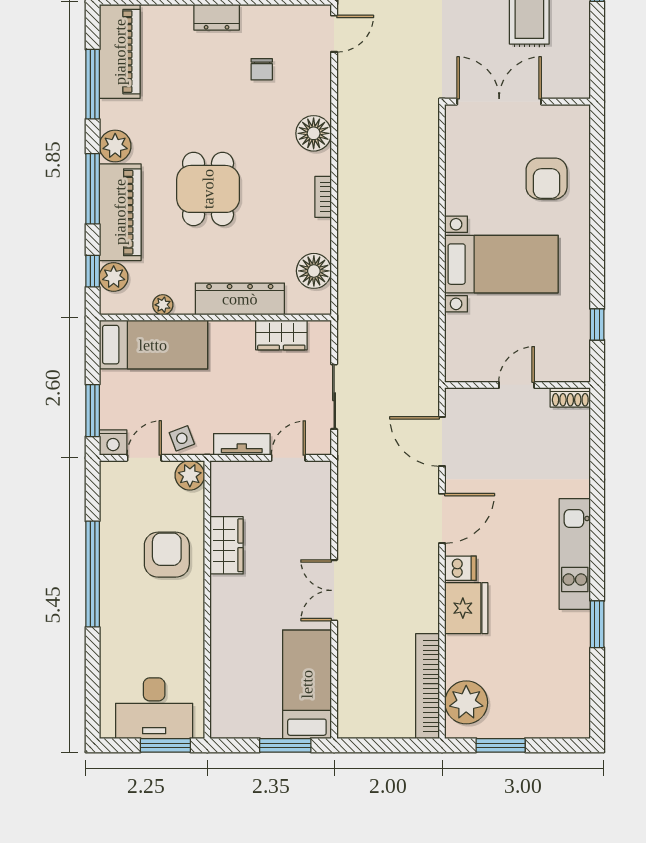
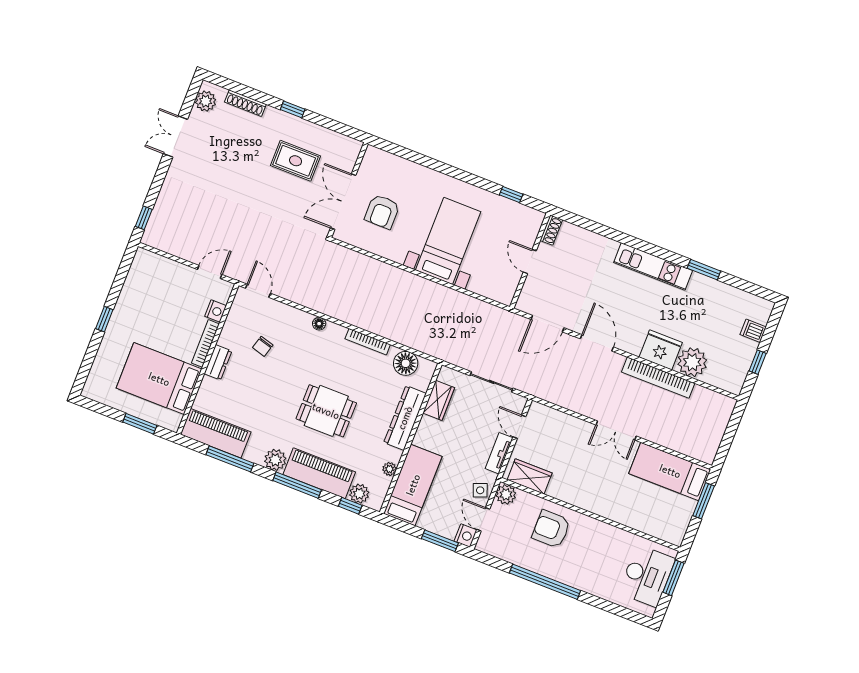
chair: (262, 69) -> (263, 346), turned 106
floor lamp: (314, 133) -> (319, 324), width x0.53, depth x0.53
armchair: (547, 179) -> (382, 212), moved, turned 90
bookcase: (323, 197) -> (368, 342), width x1.56
wardrobe: (227, 545) -> (530, 476), moved
dishwasher: (460, 568) -> (753, 331), moved, turned -90
bookcase: (427, 686) -> (658, 378), moved
plant: (466, 702) -> (692, 362), moved
window: (501, 745) -> (758, 362), width x0.67

